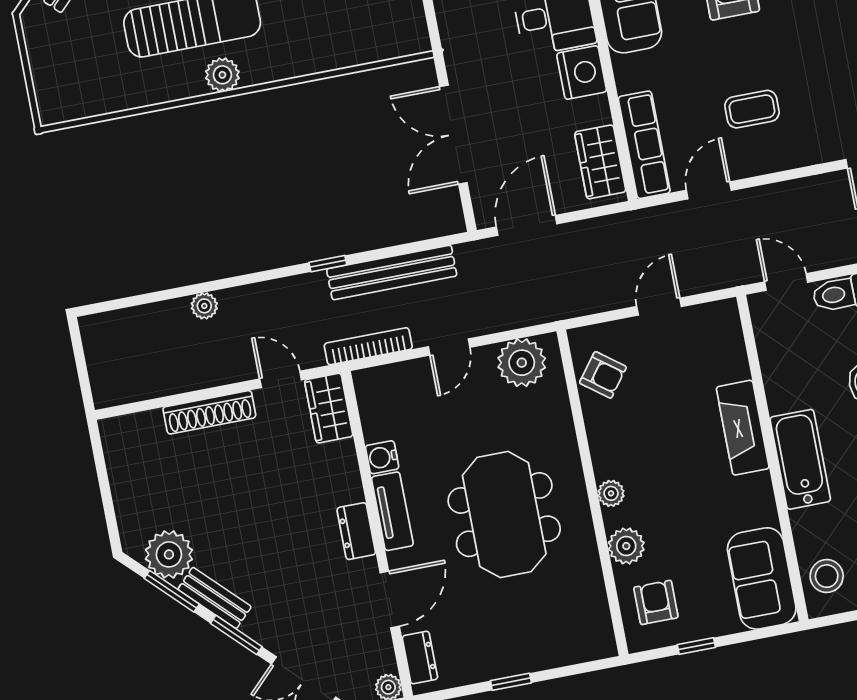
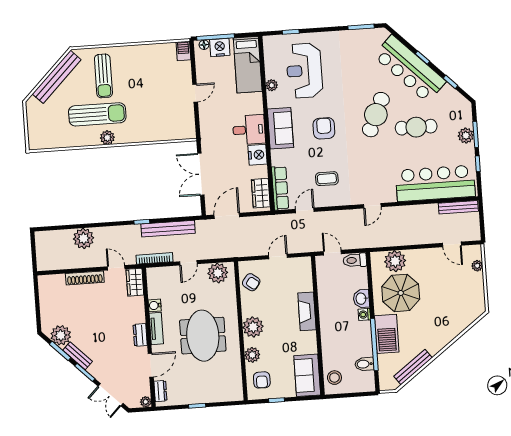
plant: (204, 306) -> (84, 238), width x1.87, depth x1.87
bathtub: (800, 459) -> (329, 327), removed
plant: (611, 493) -> (253, 327), width x1.88, depth x1.88
armchair: (656, 602) -> (262, 380), turned 180

